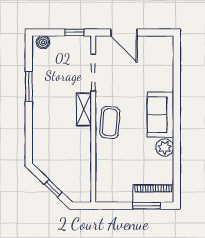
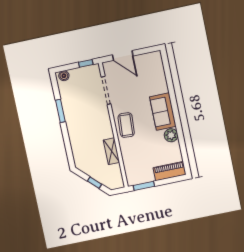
shelving: (84, 109) -> (111, 151), moved
window: (147, 206) -> (144, 186), moved

